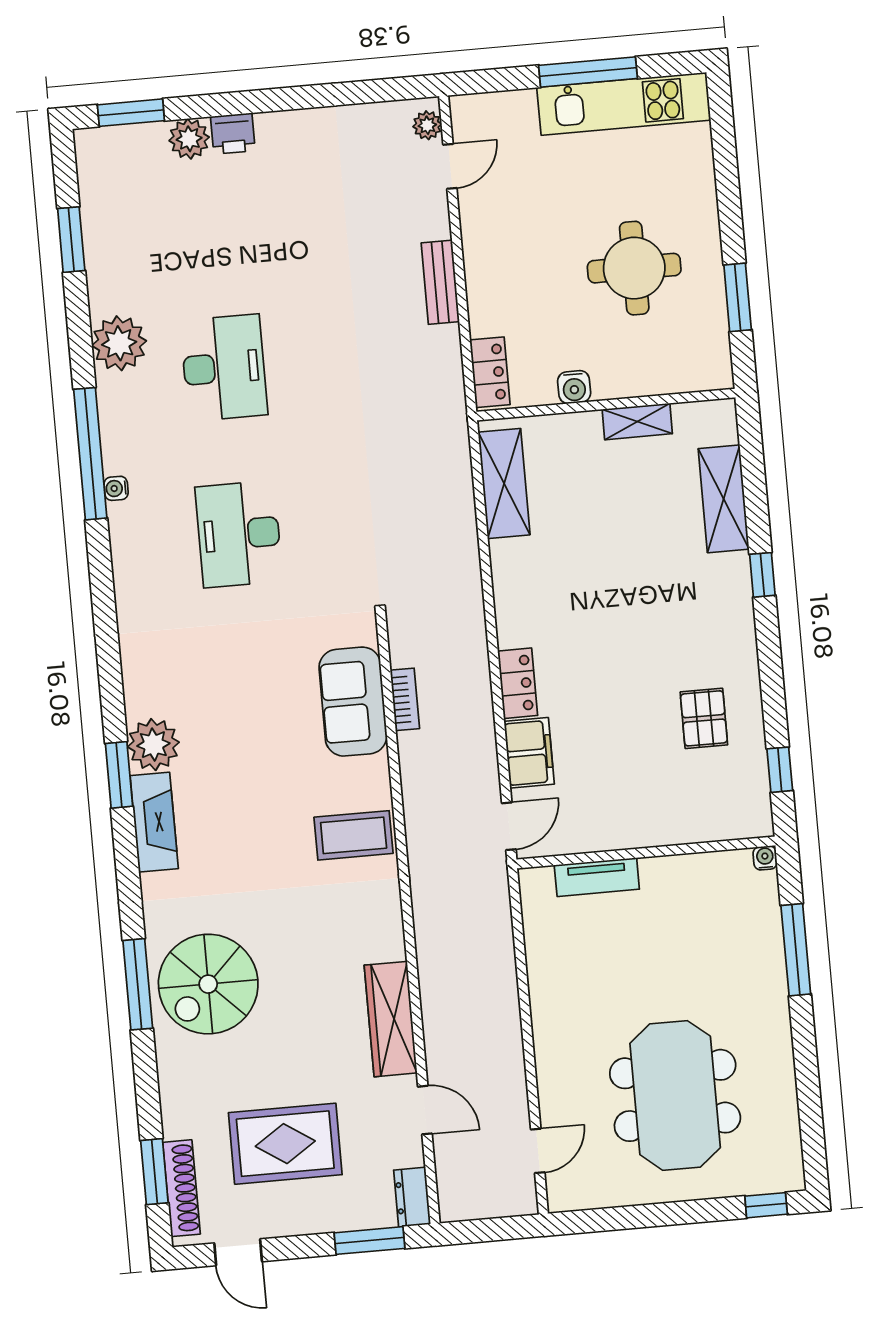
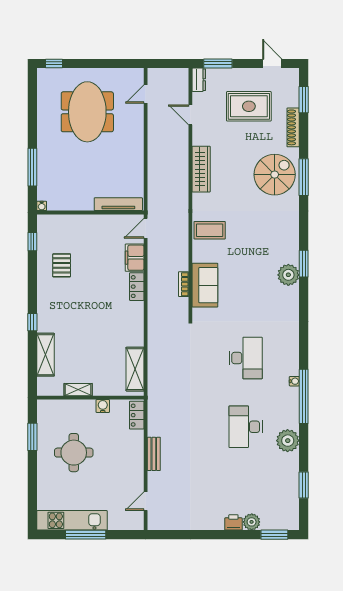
plant: (427, 125) -> (153, 519), removed
fireplace: (154, 822) -> (291, 243), removed
tv unit: (597, 877) -> (118, 204), width x1.41
wardrobe: (391, 1019) -> (201, 169), moved
shoe rack: (181, 1188) -> (293, 127), moved

